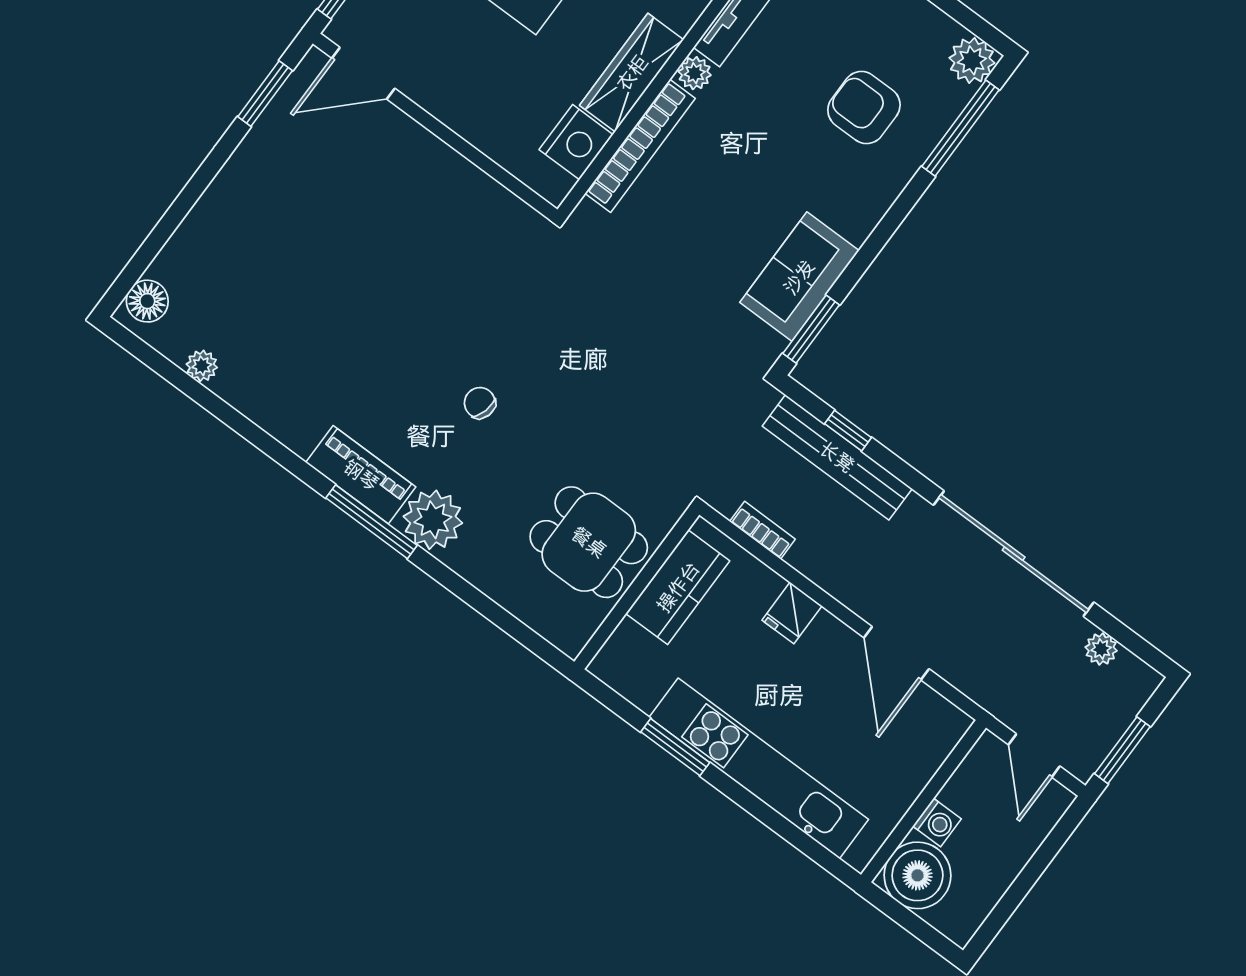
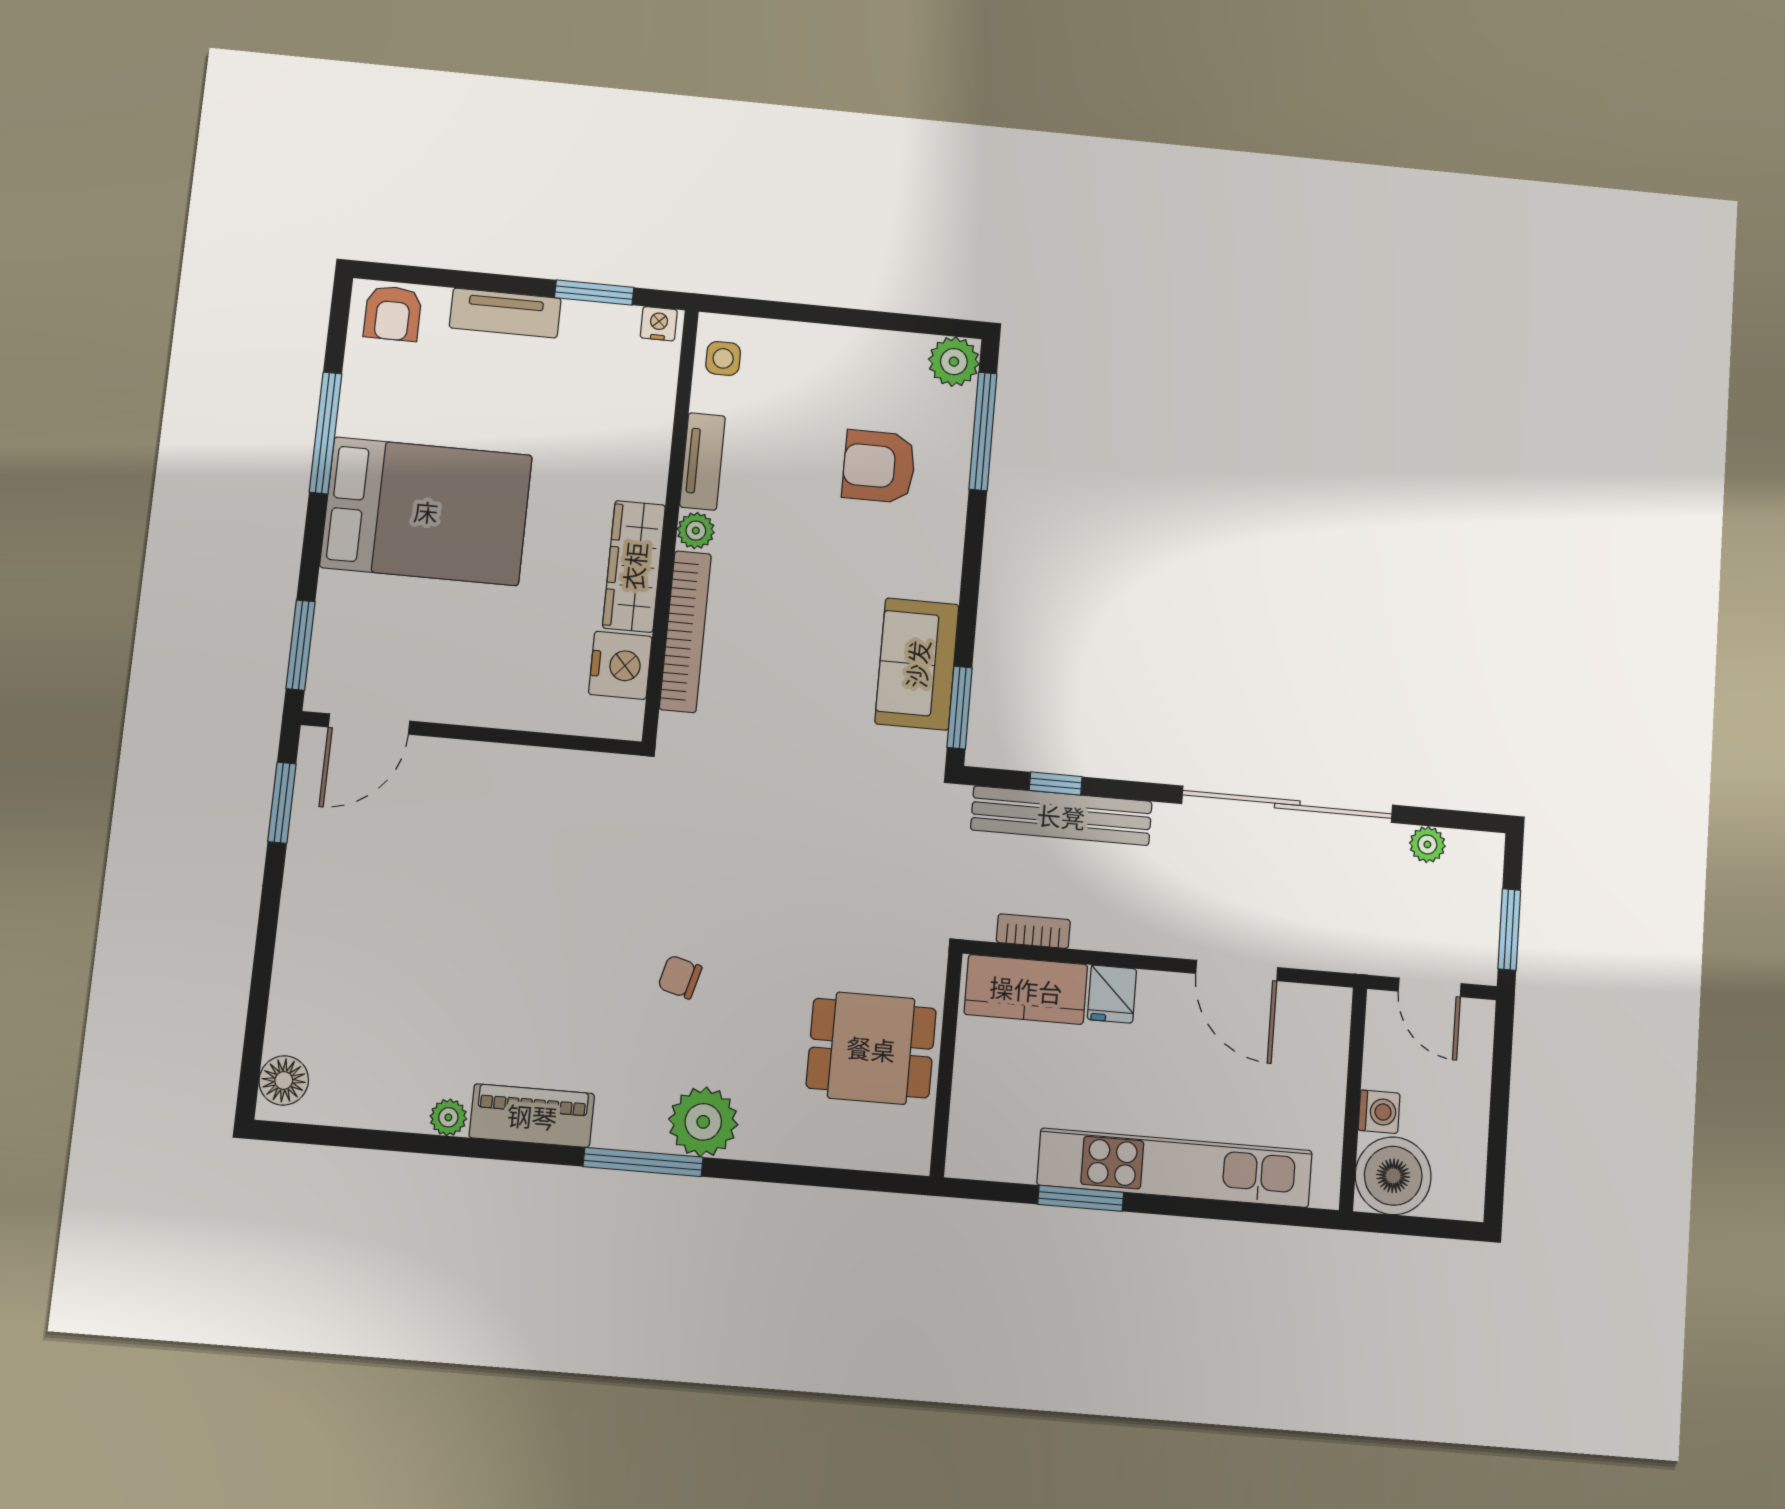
plant: (202, 366) -> (448, 1117), moved
piano: (361, 475) -> (532, 1116), moved
kitchen counter: (678, 587) -> (1026, 989), moved, turned 90

